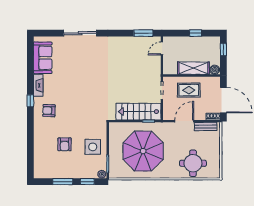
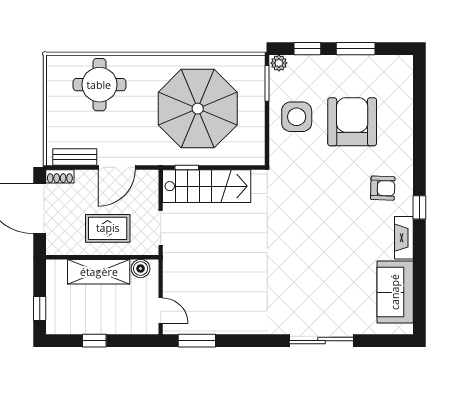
door: (162, 48) -> (161, 311), hinge flipped
boiler: (215, 70) -> (141, 269), moved
armchair: (65, 144) -> (352, 122), width x1.88, depth x1.88

